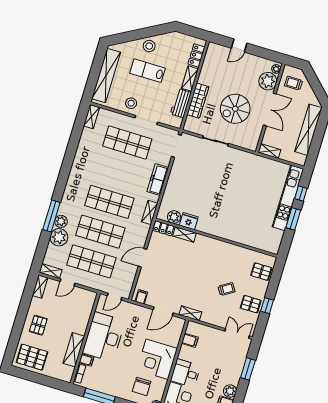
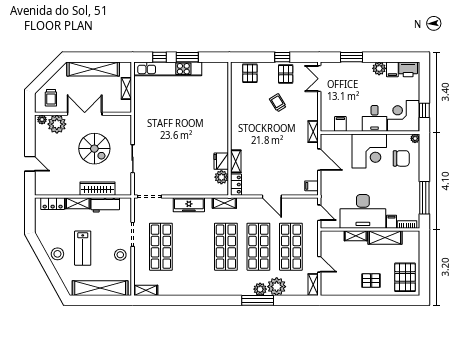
shelving: (269, 151) -> (126, 88), moved
shelving: (40, 287) -> (356, 236), moved

